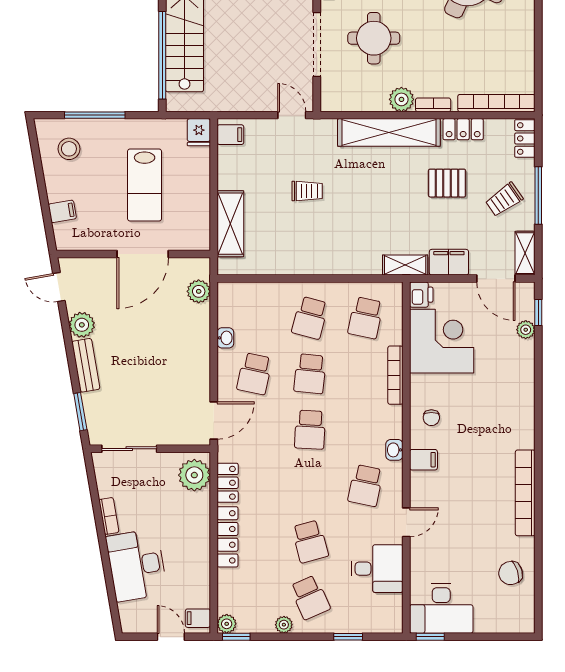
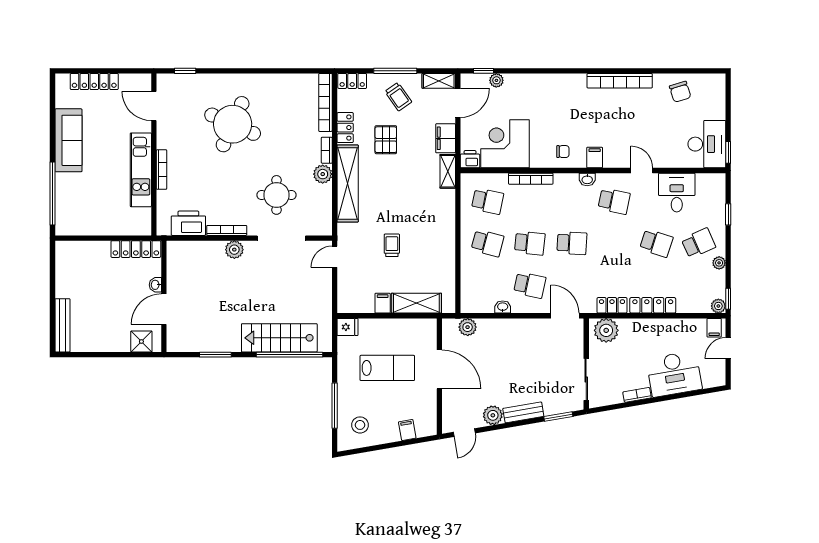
filing cabinet: (230, 135) -> (383, 303), moved
school desk: (310, 541) -> (656, 243), turned 33

